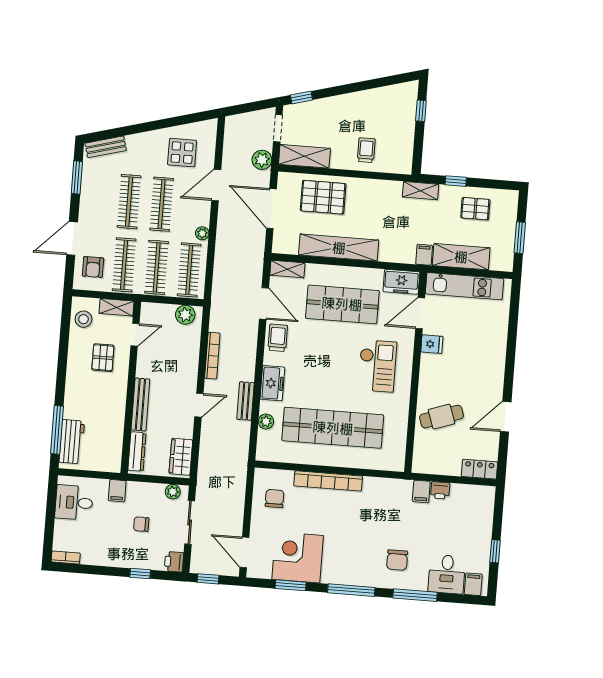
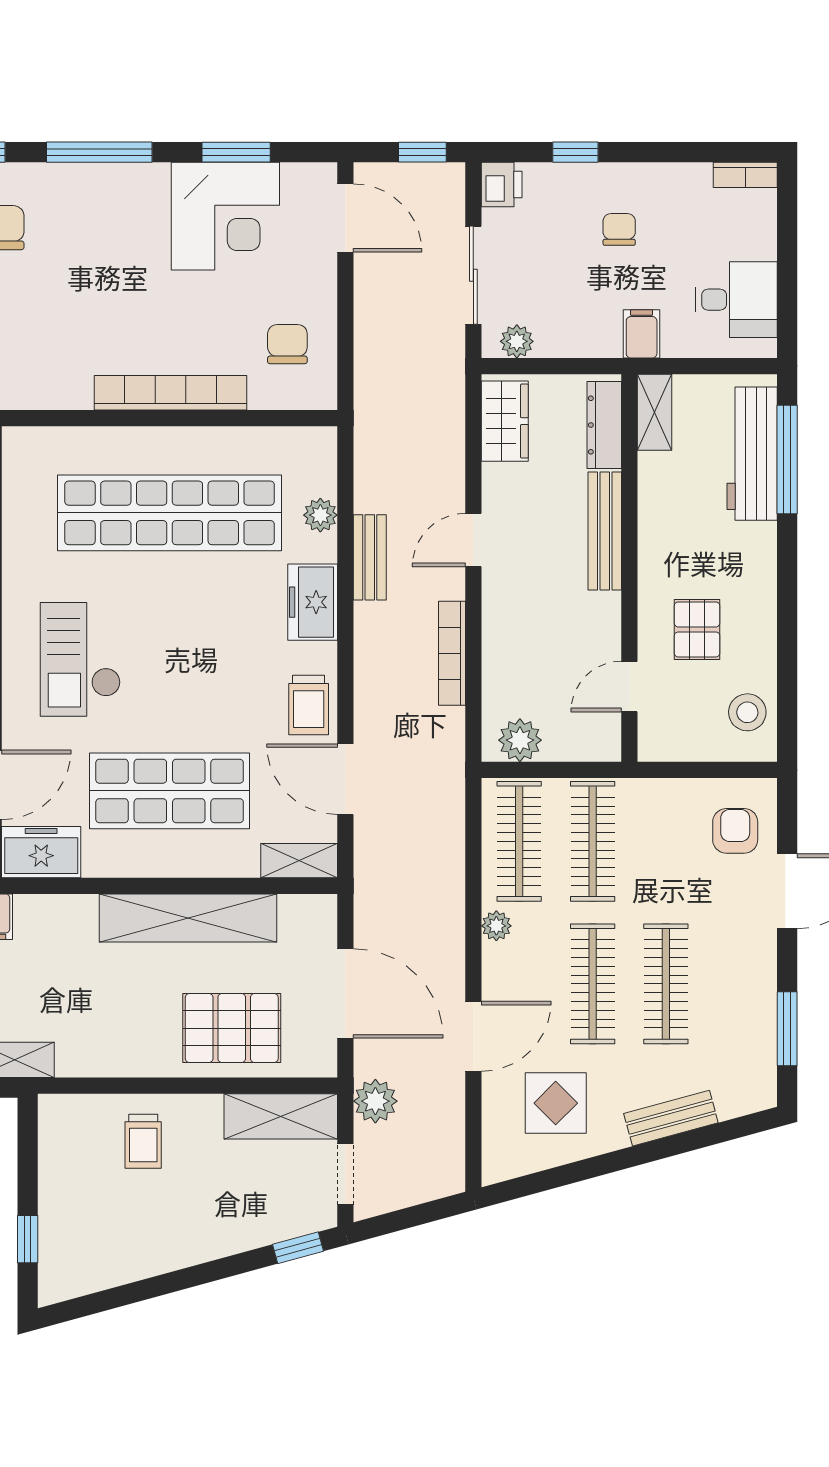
bench: (106, 147) -> (671, 1118), moved
clothes rail: (124, 265) -> (666, 841), removed
shelving: (116, 307) -> (654, 412), moved, turned 90
workbench: (72, 442) -> (752, 454), width x1.38
chair: (275, 498) -> (287, 344), turned 180
chair: (141, 524) -> (619, 229), moved, turned -90

